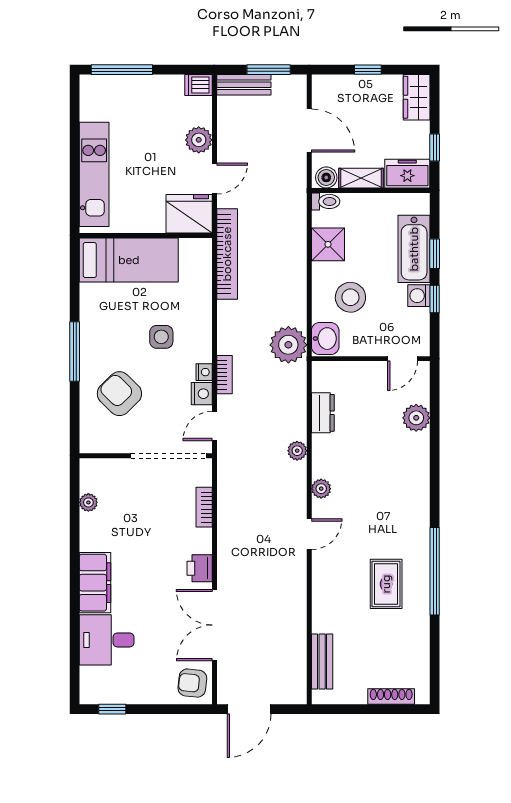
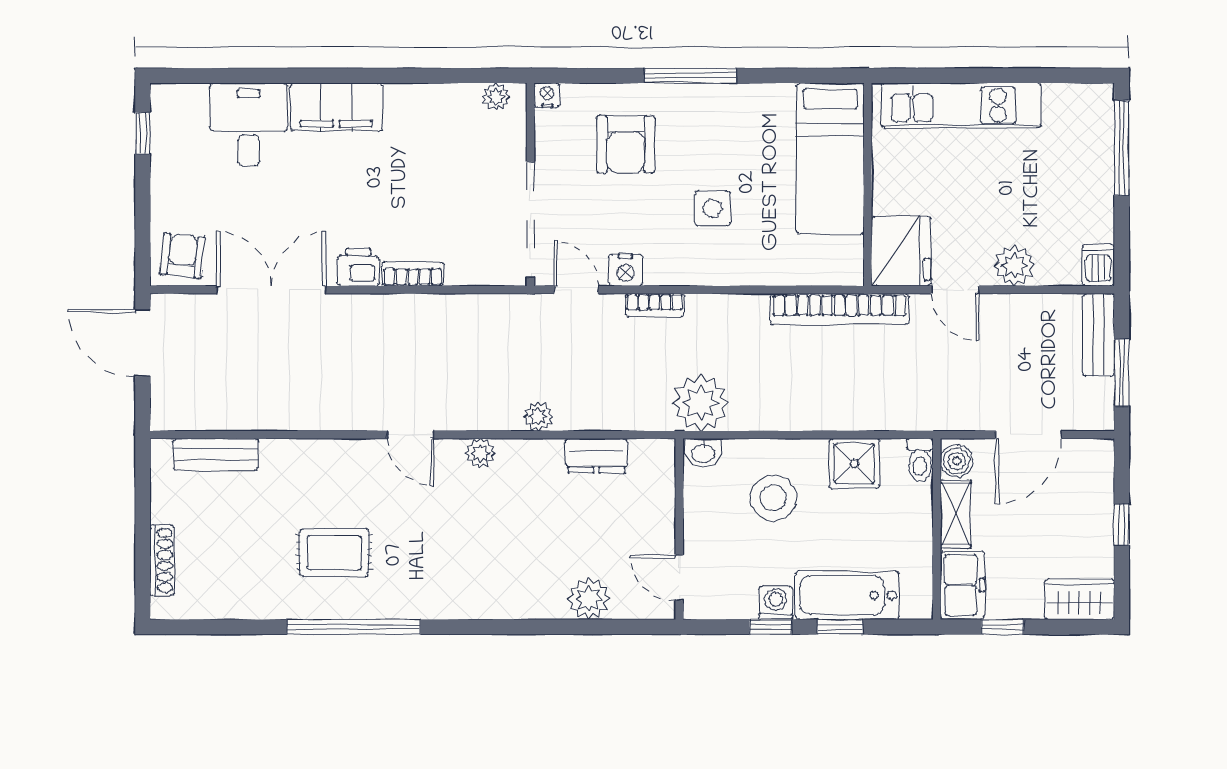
washbasin: (325, 339) -> (703, 453), width x0.72, depth x0.69
nightstand: (204, 372) -> (547, 95), moved, turned 180
armchair: (119, 394) -> (626, 144), turned 135
plant: (88, 502) -> (496, 97), moved
bookcase: (204, 507) -> (413, 274), moved

